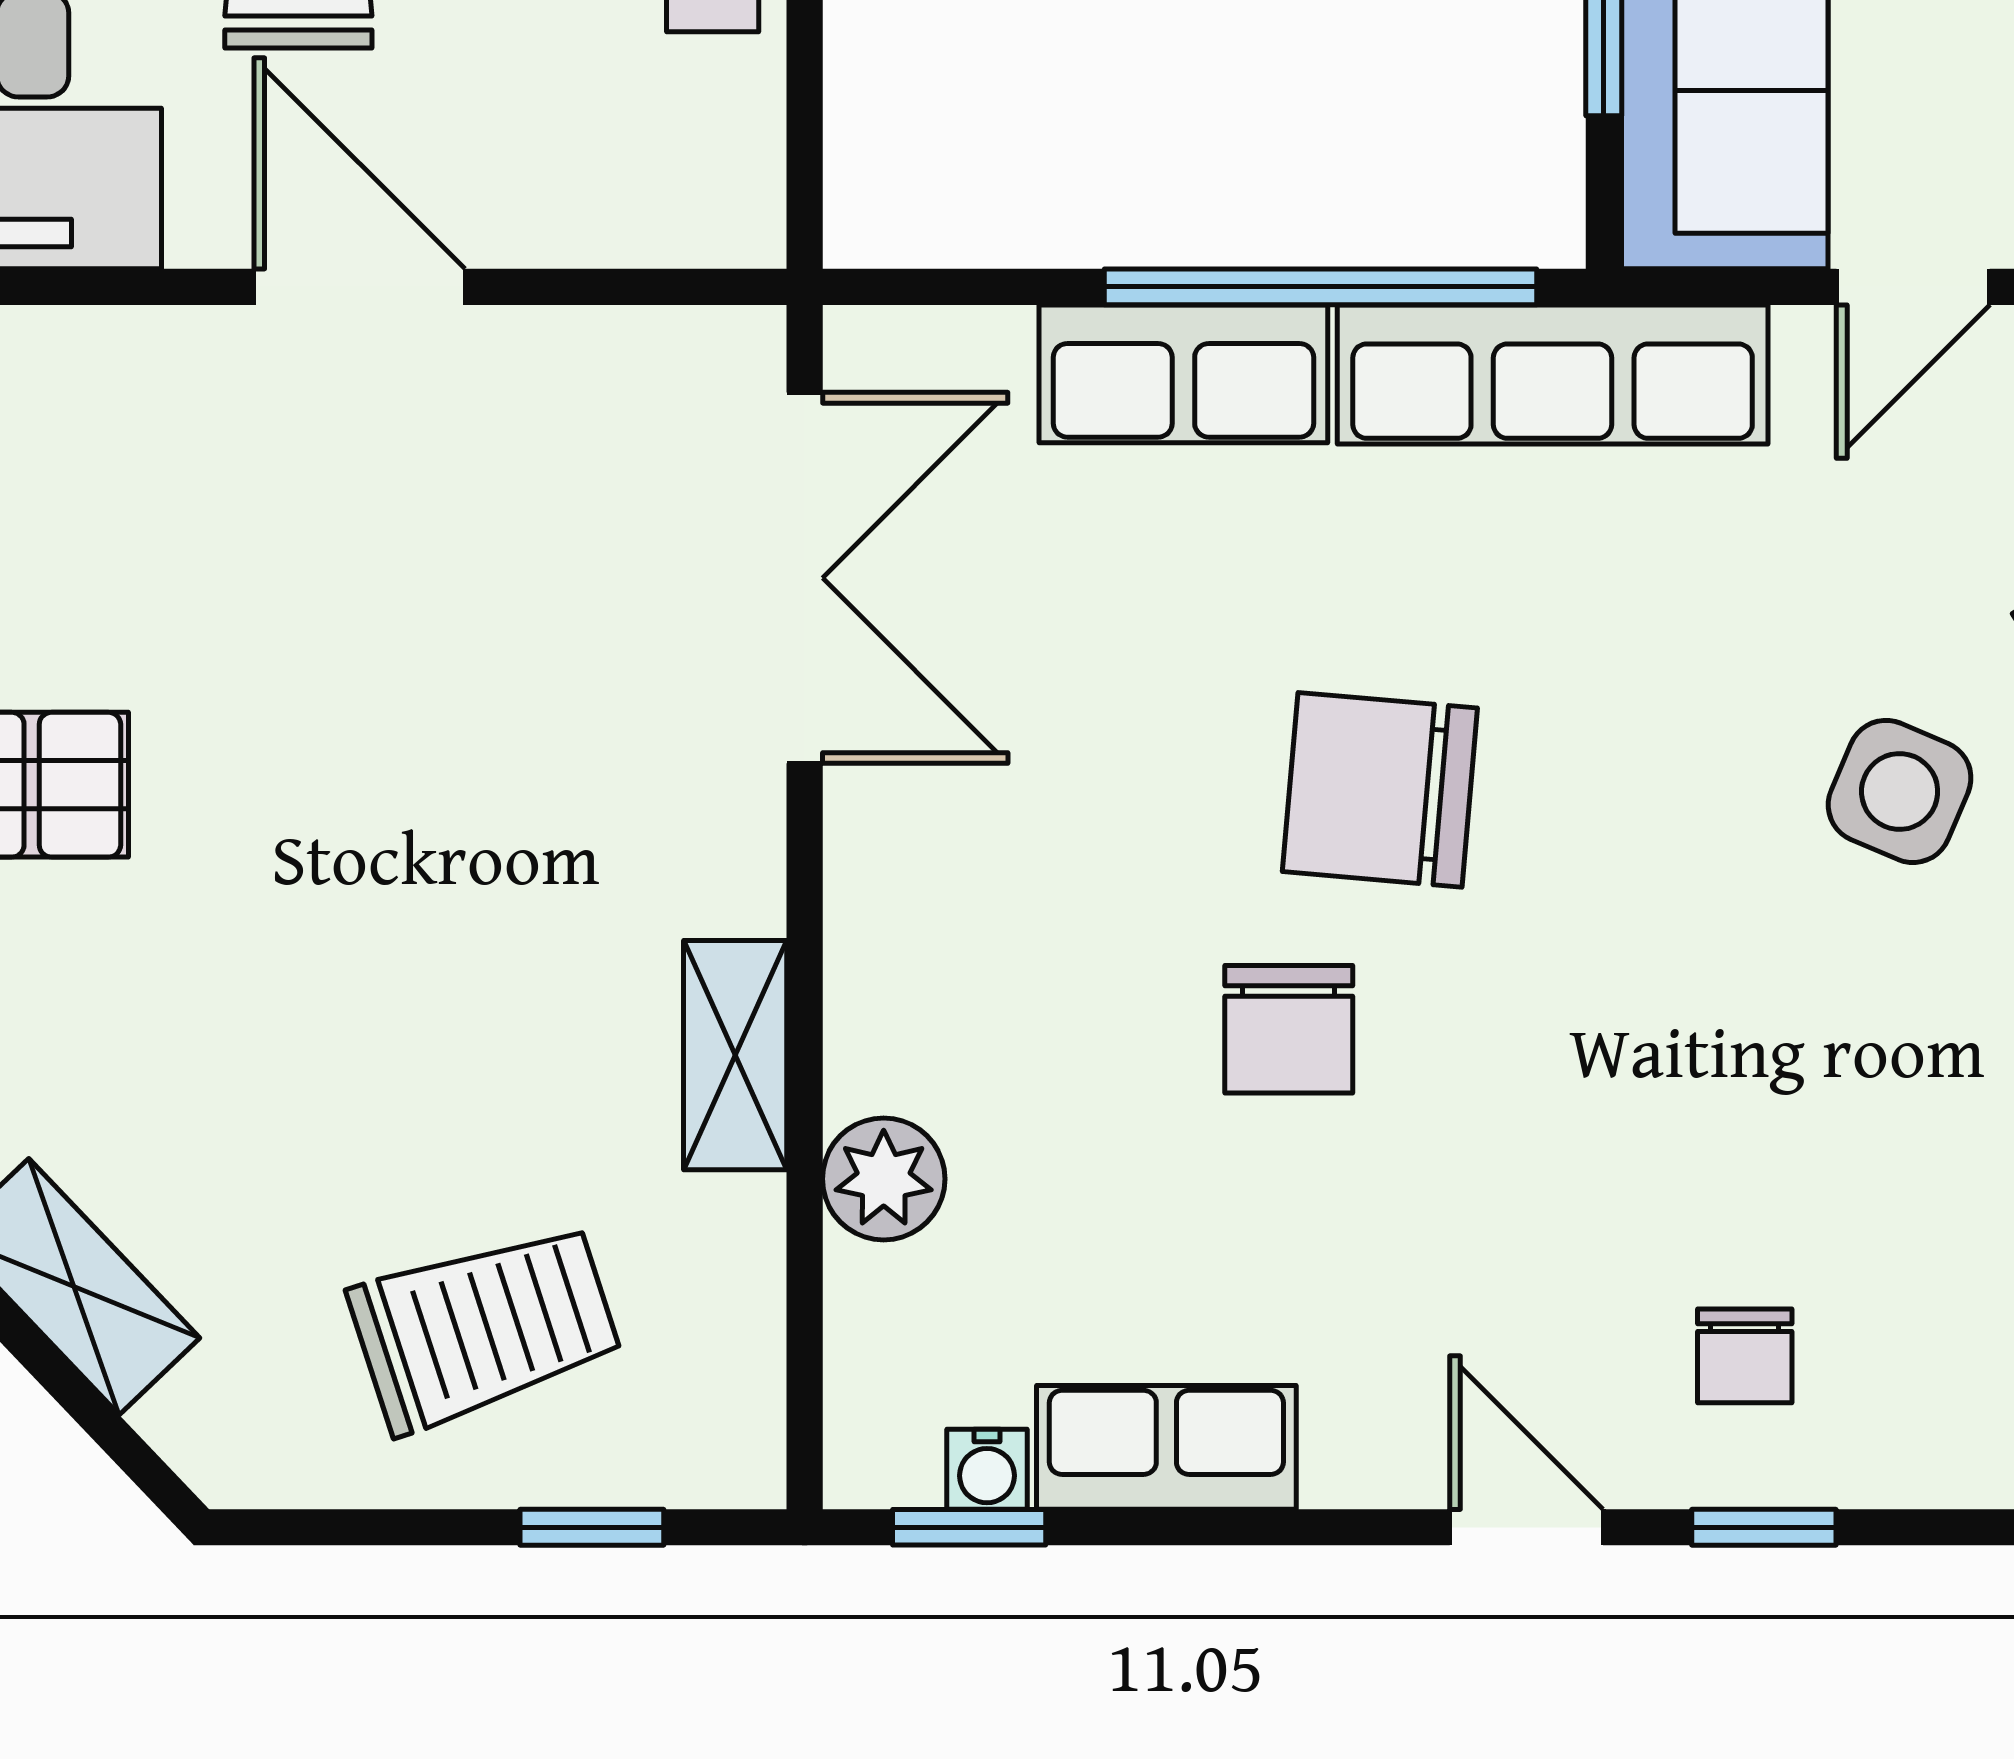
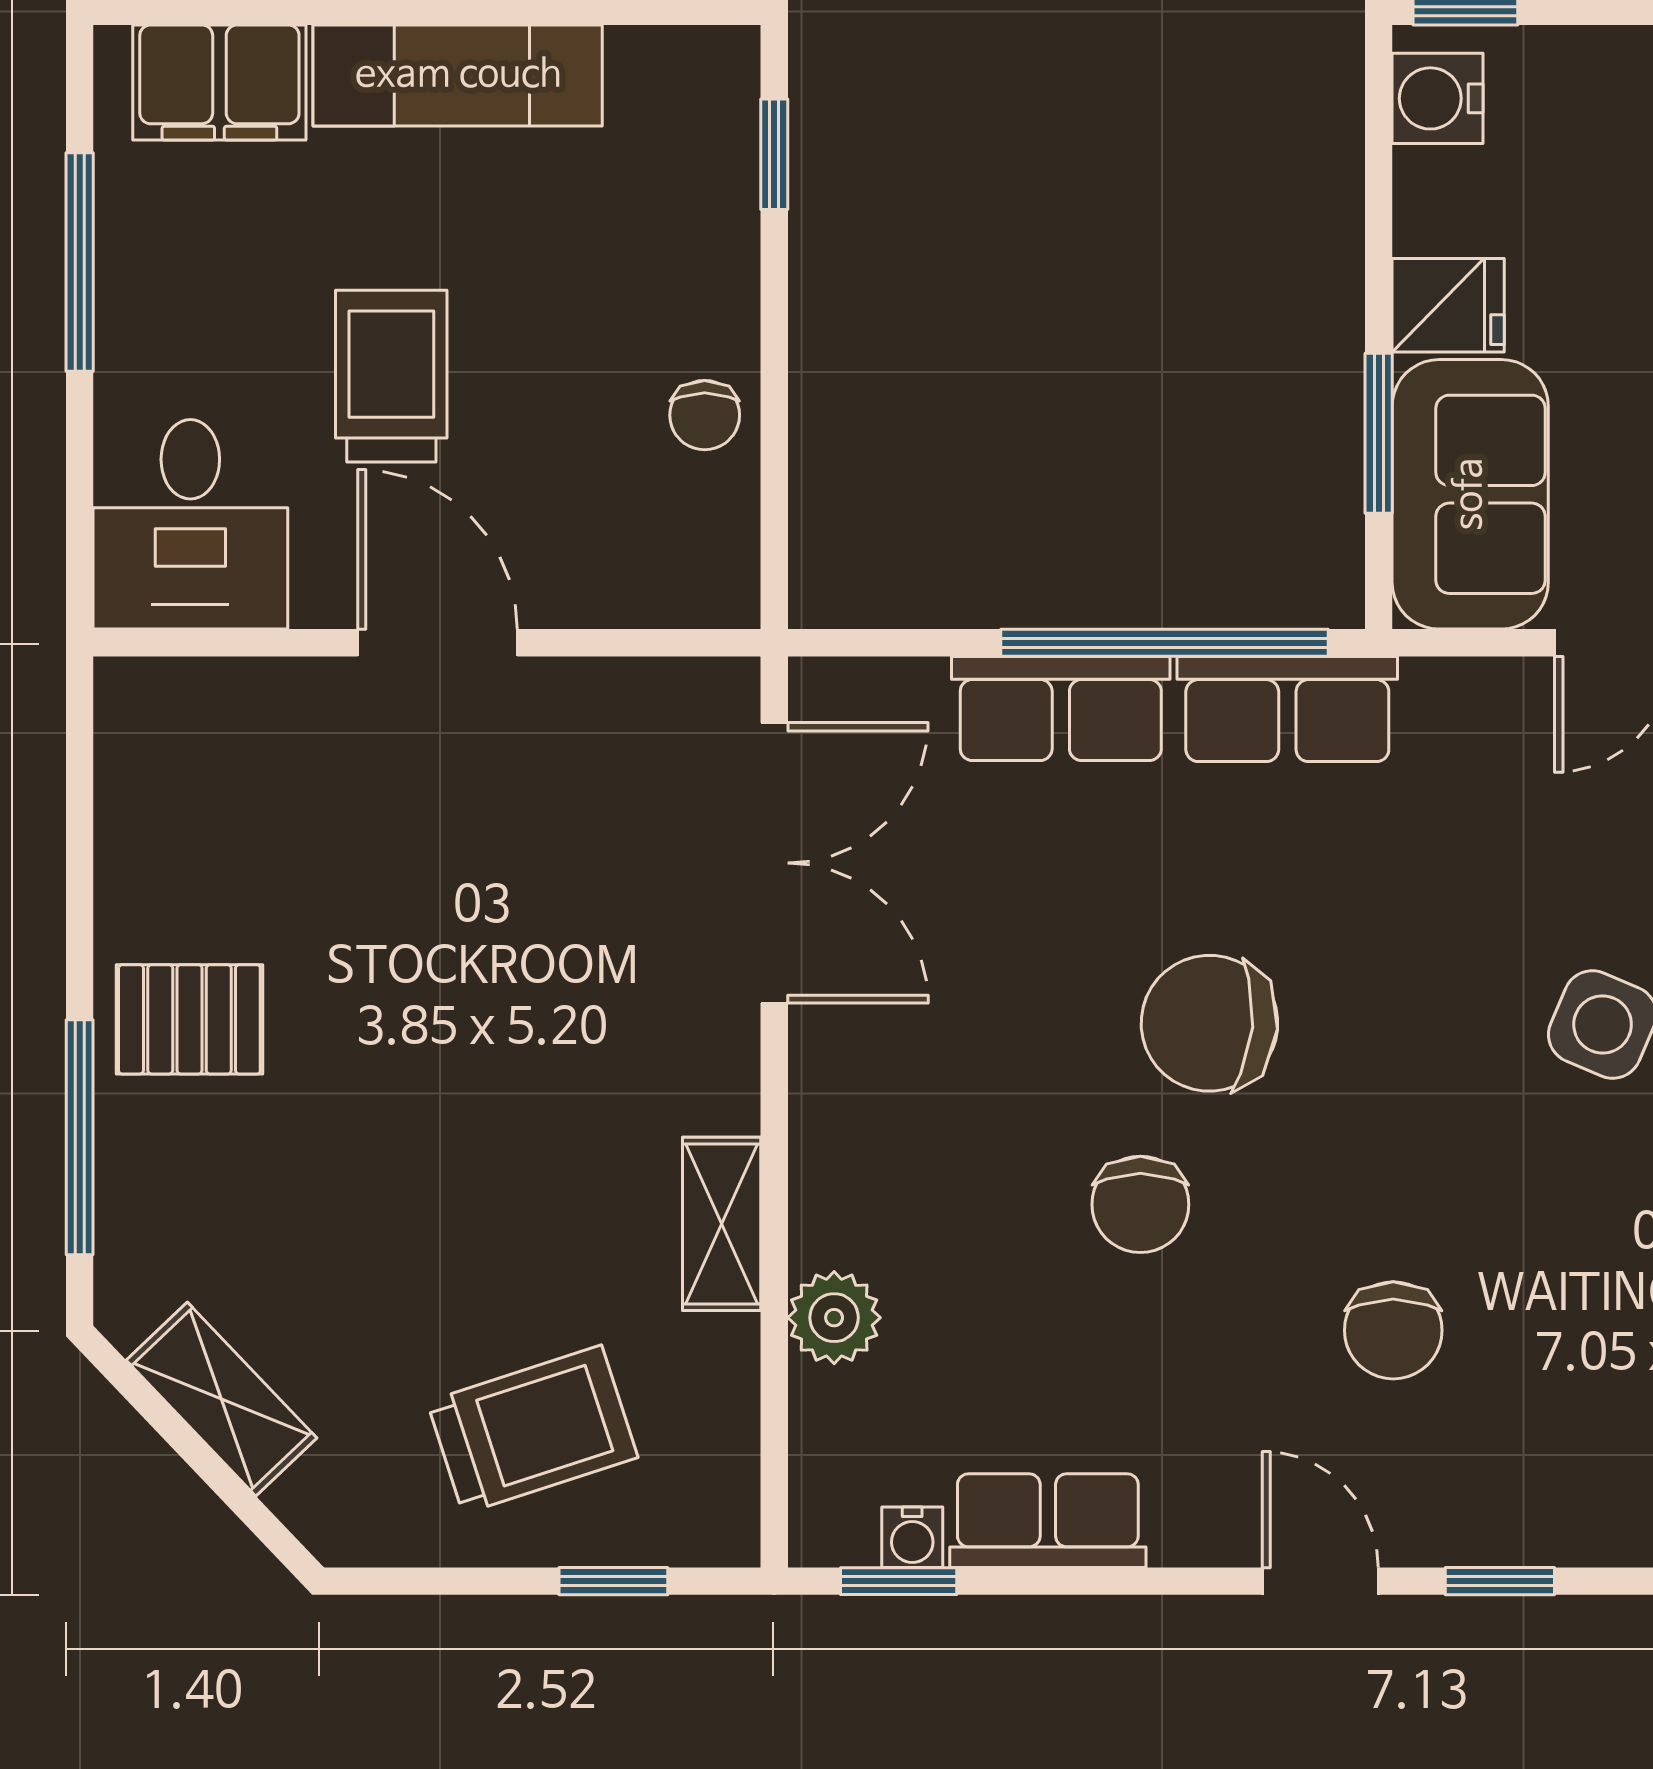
row of seats: (1553, 374) -> (1287, 709), width x0.68
chair: (1745, 1356) -> (1393, 1330), moved, width x1.37, depth x1.37

